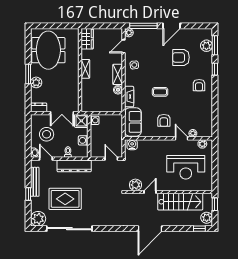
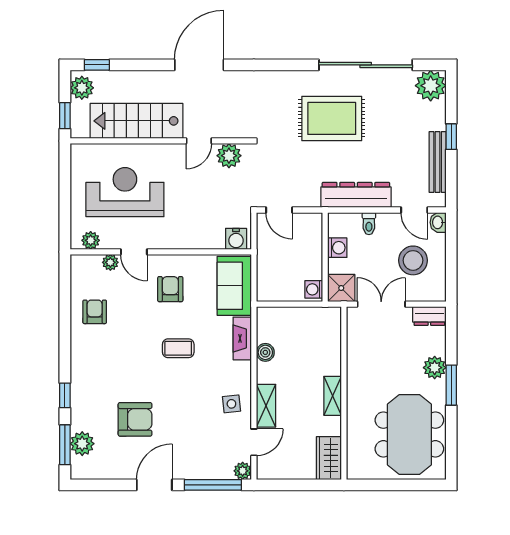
shelving: (118, 74) -> (266, 406), moved
armchair: (199, 85) -> (95, 312), moved
rug: (65, 199) -> (332, 118), moved

